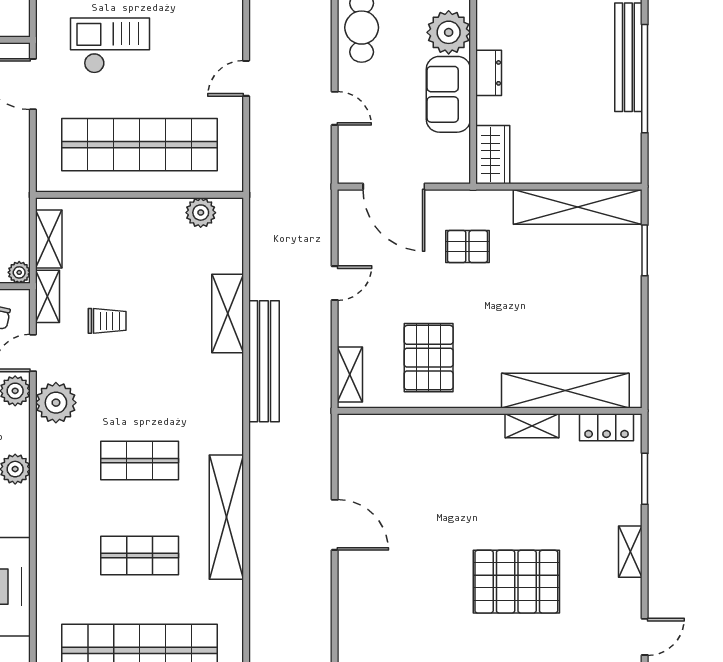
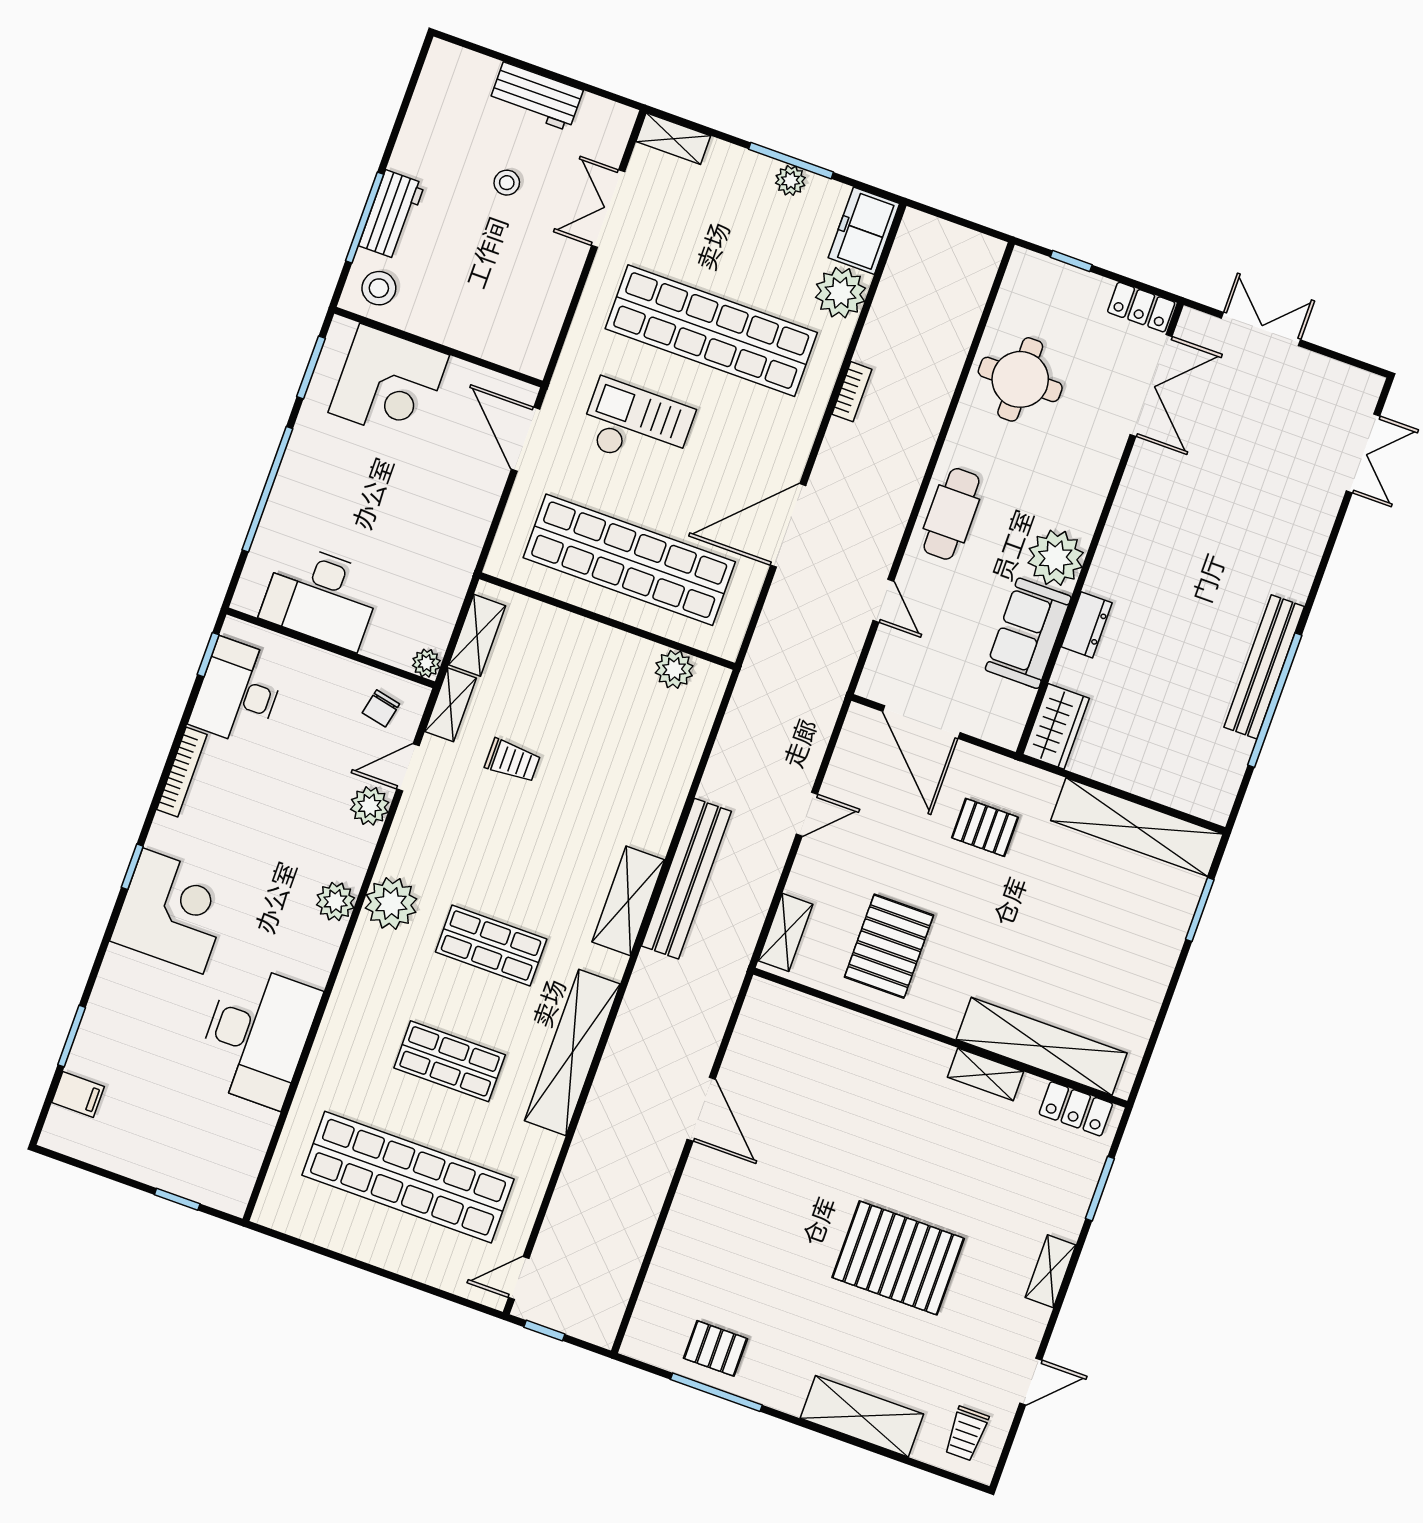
door: (246, 78) -> (788, 525), width x1.87
shelving: (228, 313) -> (628, 901), moved
plant: (56, 403) -> (391, 903), moved

